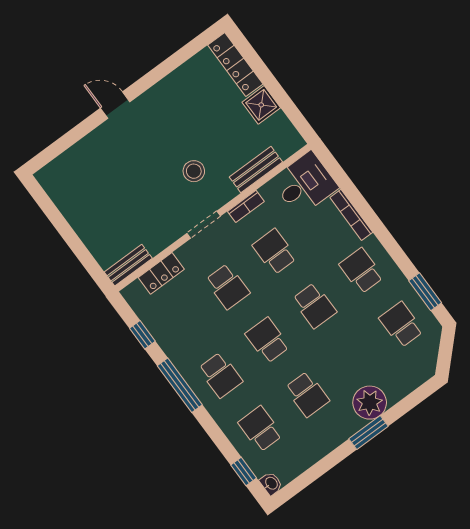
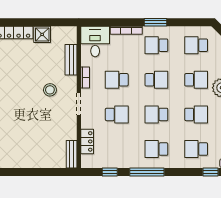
window: (425, 292) -> (155, 22), moved
school desk: (354, 359) -> (196, 80), added
school desk: (220, 375) -> (156, 149), turned 180

